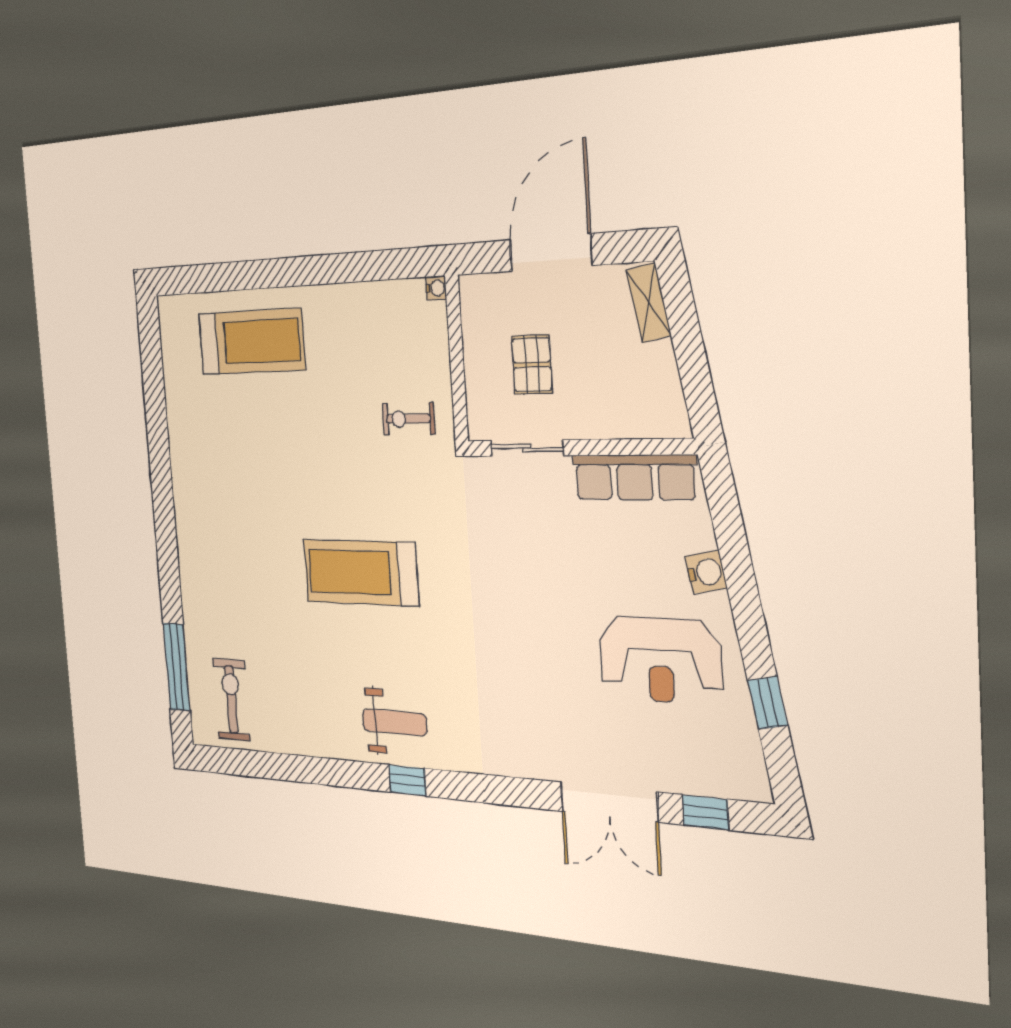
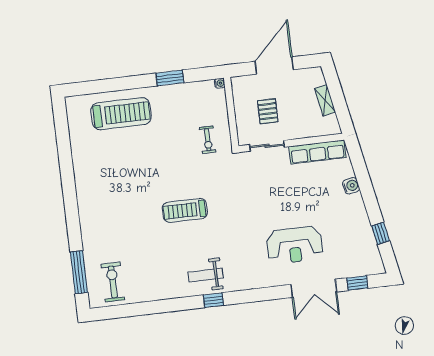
window: (341, 268) -> (170, 78), added
shelving: (649, 303) -> (325, 100), moved
exercise bike: (408, 419) -> (208, 140), turned -90
treadmill: (360, 572) -> (185, 210), width x0.73, depth x0.73
reception desk: (660, 660) -> (295, 245), moved
weight bench: (395, 722) -> (206, 275), turned 180

